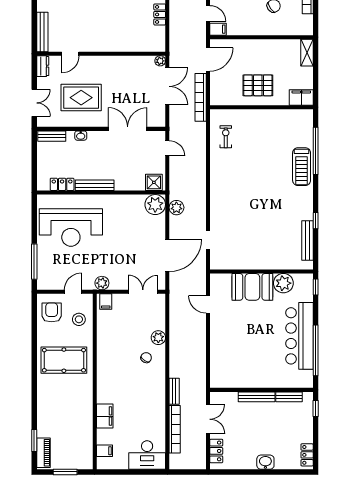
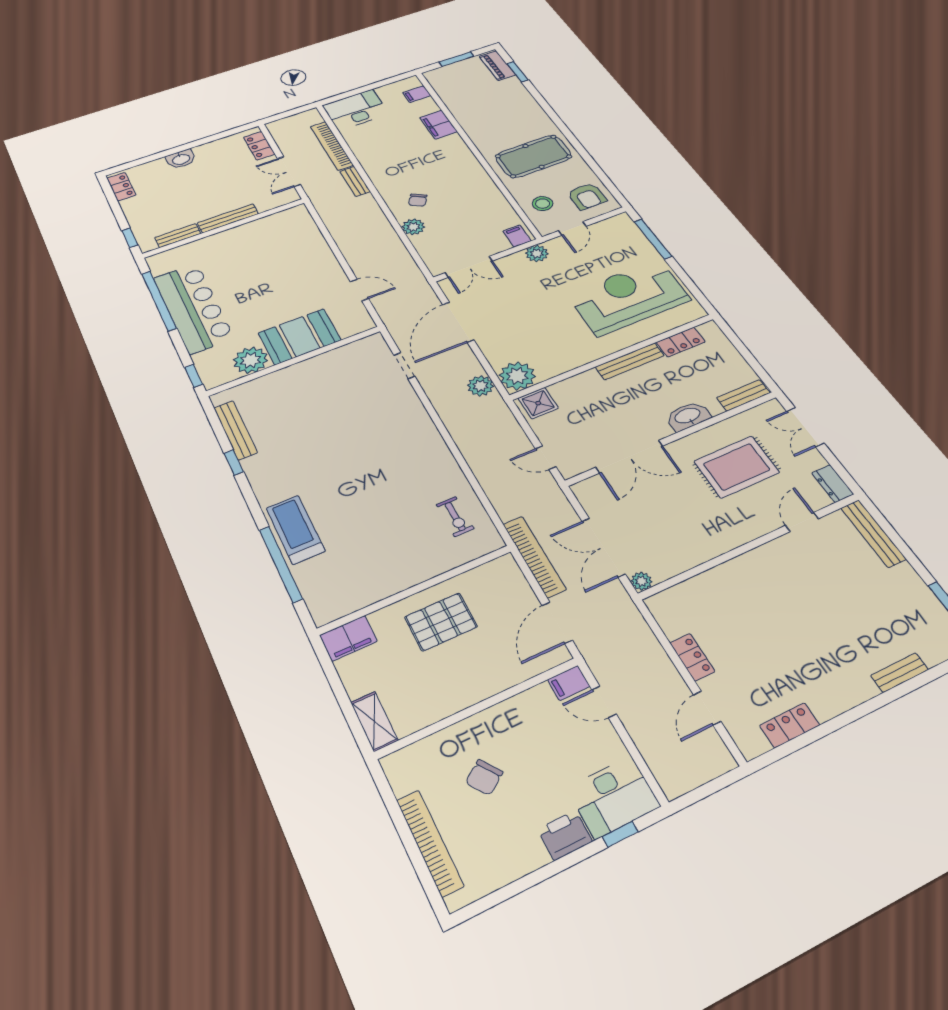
washbasin: (81, 136) -> (688, 416), width x1.91, depth x1.45

